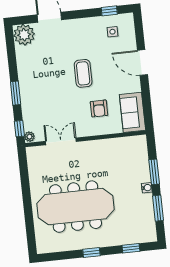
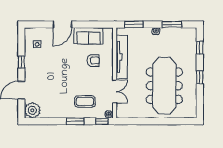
window: (109, 11) -> (21, 62), moved
coffee table: (83, 73) -> (85, 101), moved
sofa: (132, 112) -> (89, 36), moved
double door: (61, 141) -> (115, 91), swing flipped
tv unit: (108, 146) -> (122, 57), added
window: (154, 172) -> (134, 24), moved

